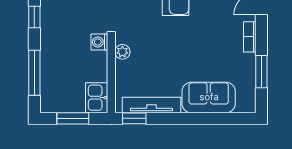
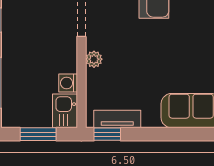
washing machine: (99, 42) -> (68, 83), moved
tv unit: (152, 105) -> (117, 119), width x0.71

